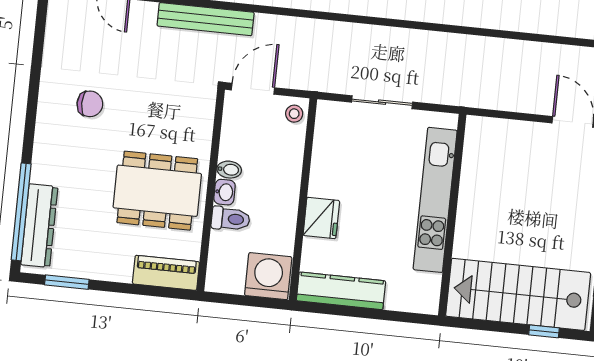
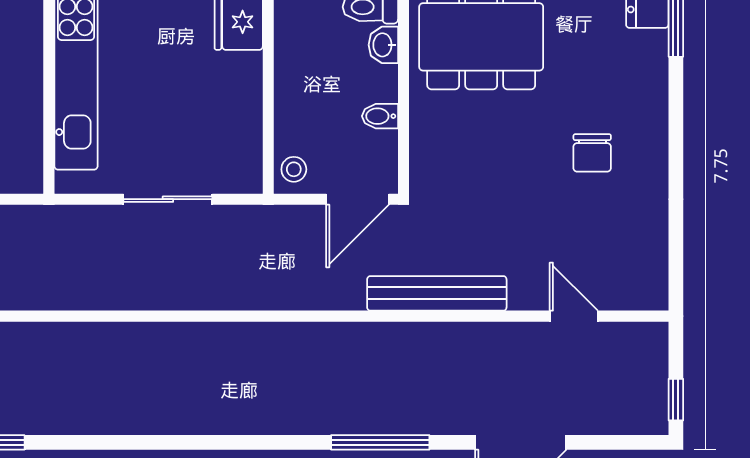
chair: (90, 104) -> (592, 153), turned -90
bidet: (229, 170) -> (380, 116), moved

